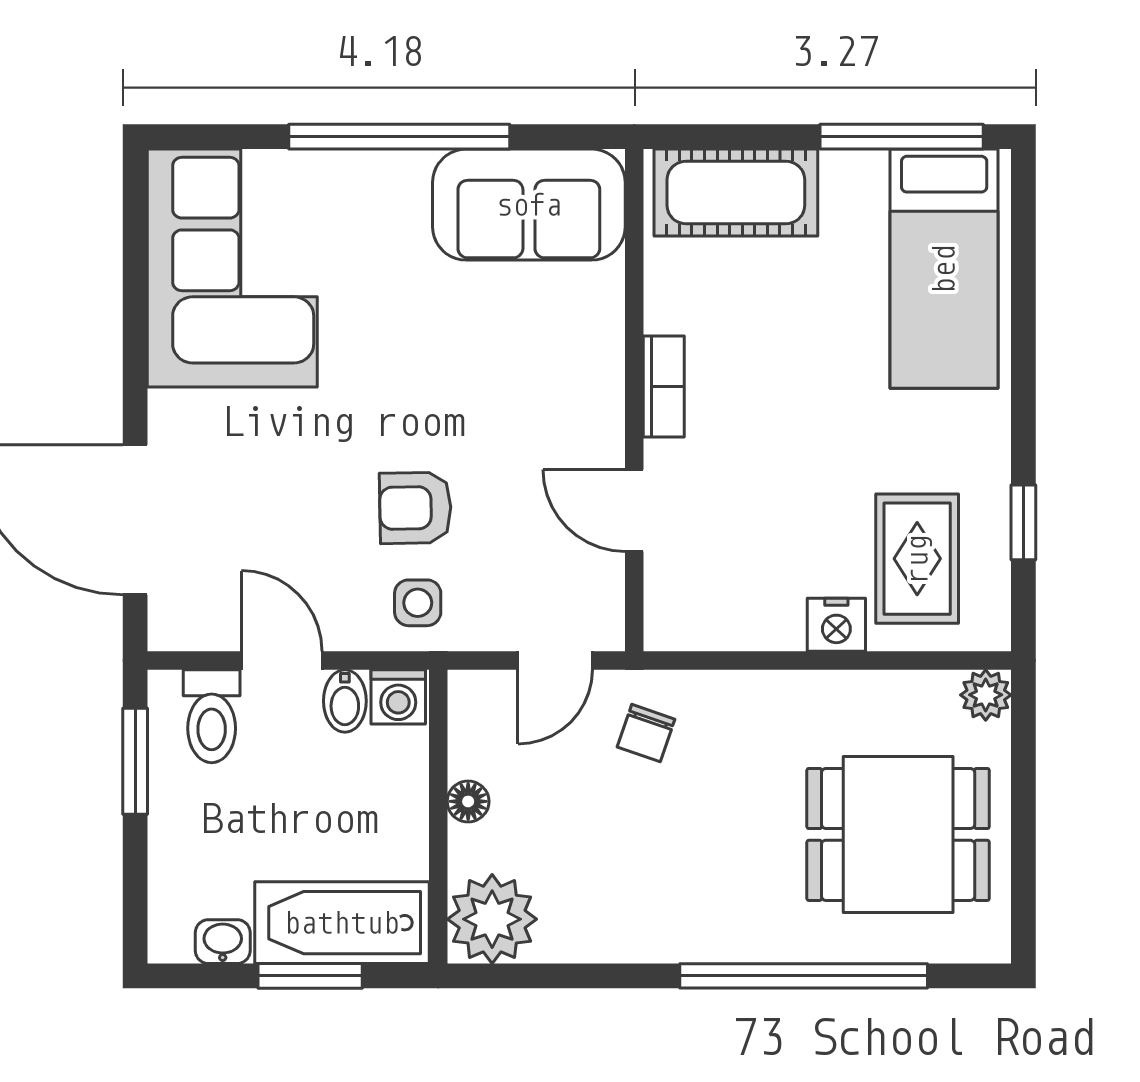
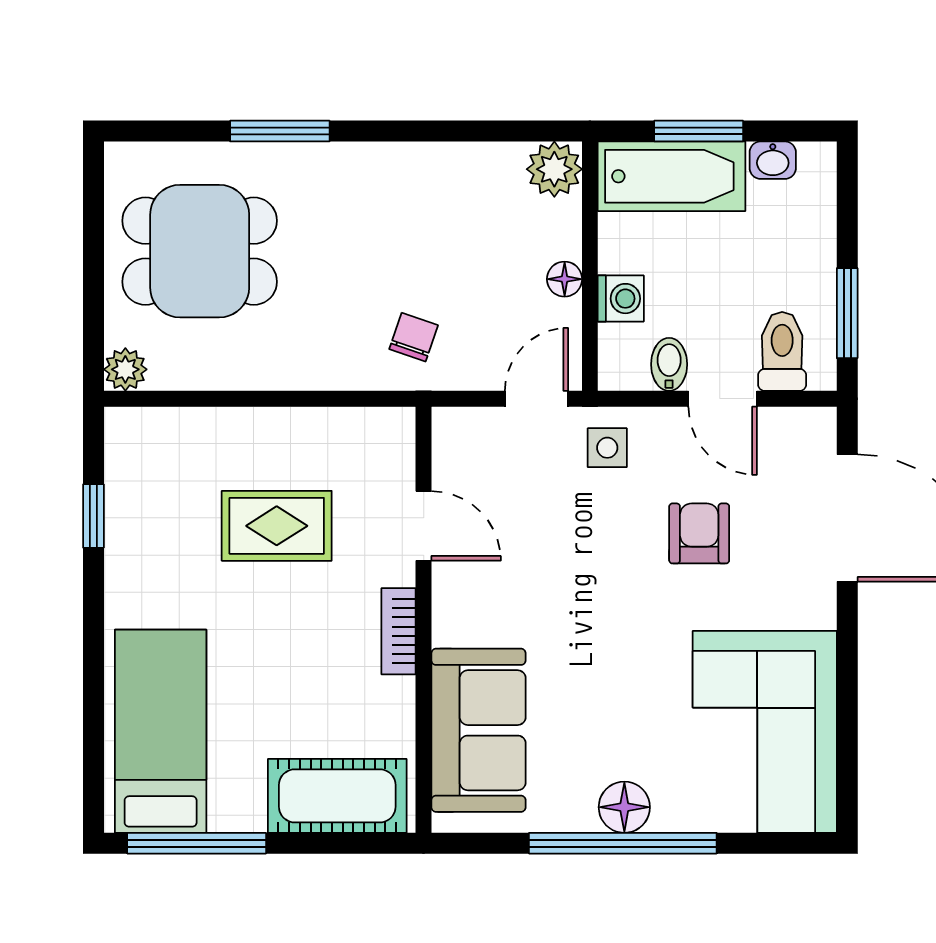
floor lamp: (398, 179) -> (624, 807), added
sofa: (529, 205) -> (478, 730), moved, turned 90
armchair: (415, 508) -> (699, 533), moved, turned -89
rug: (917, 559) -> (277, 526), moved, turned 90
nightstand: (836, 625) -> (252, 429), removed
door: (555, 660) -> (537, 399), moved
washing machine: (398, 697) -> (621, 299), moved, turned 90
plant: (492, 919) -> (554, 169), width x0.73, depth x0.73
window: (804, 976) -> (280, 131), width x0.47

